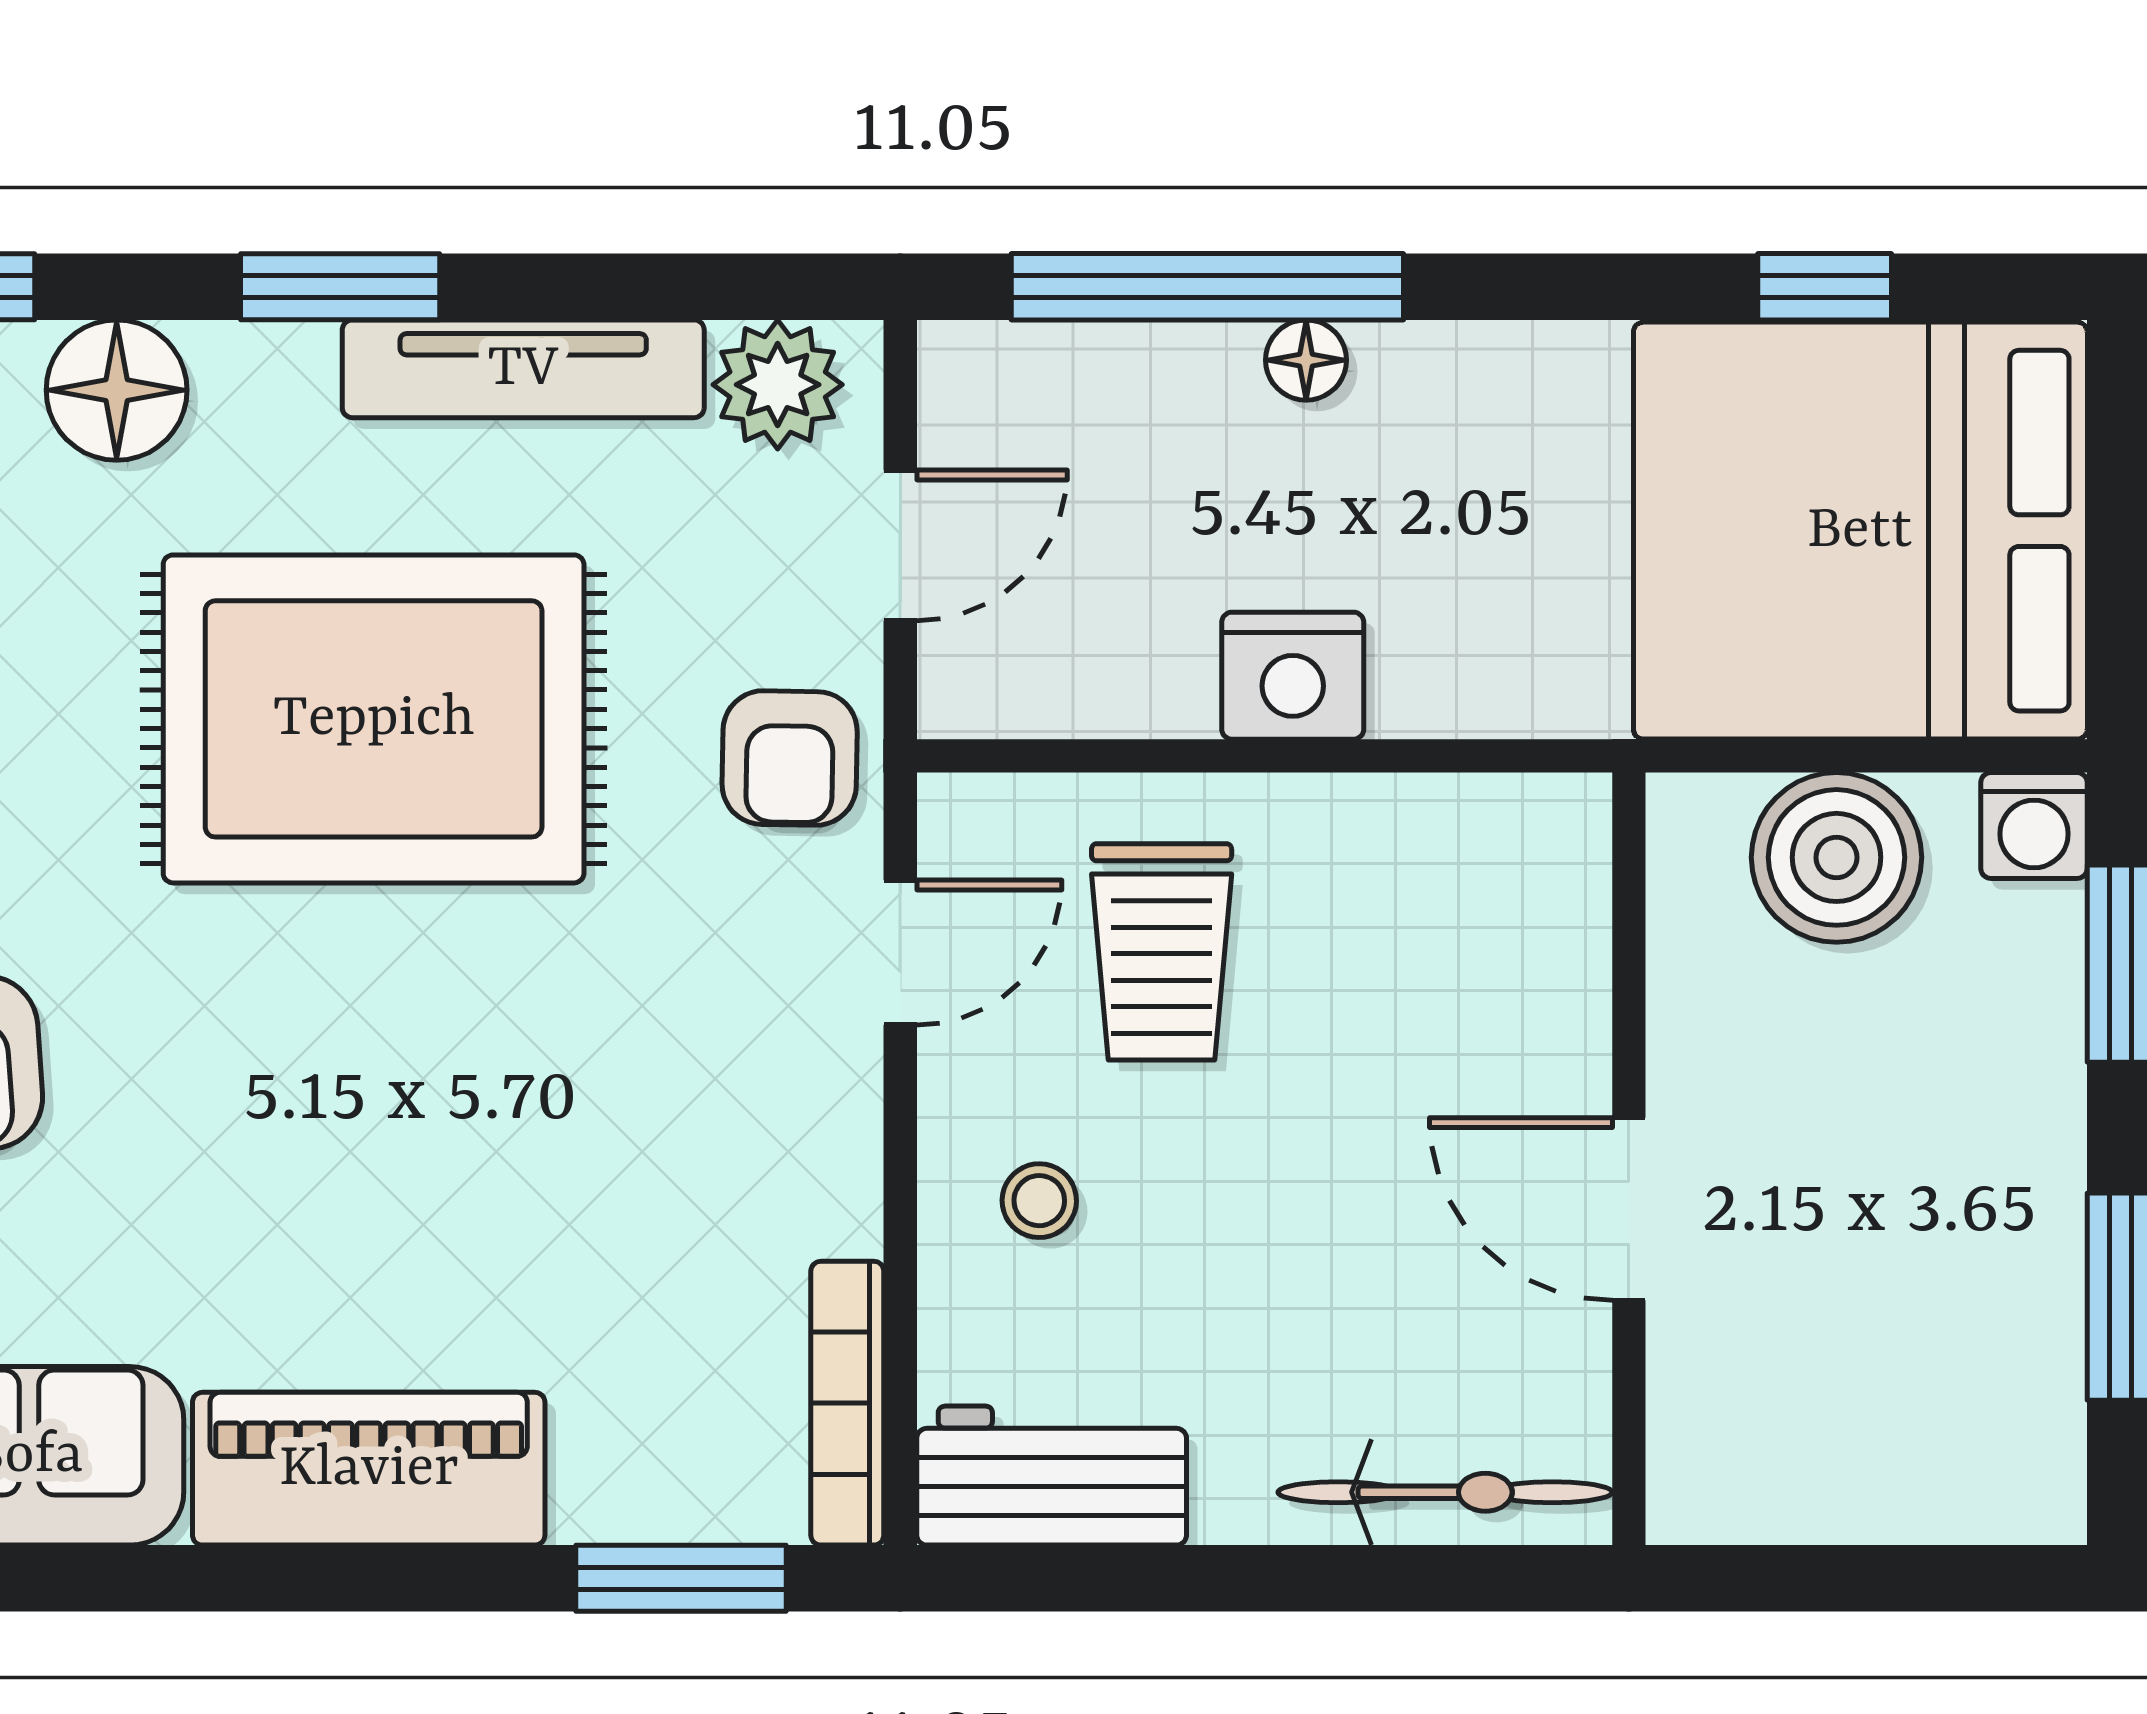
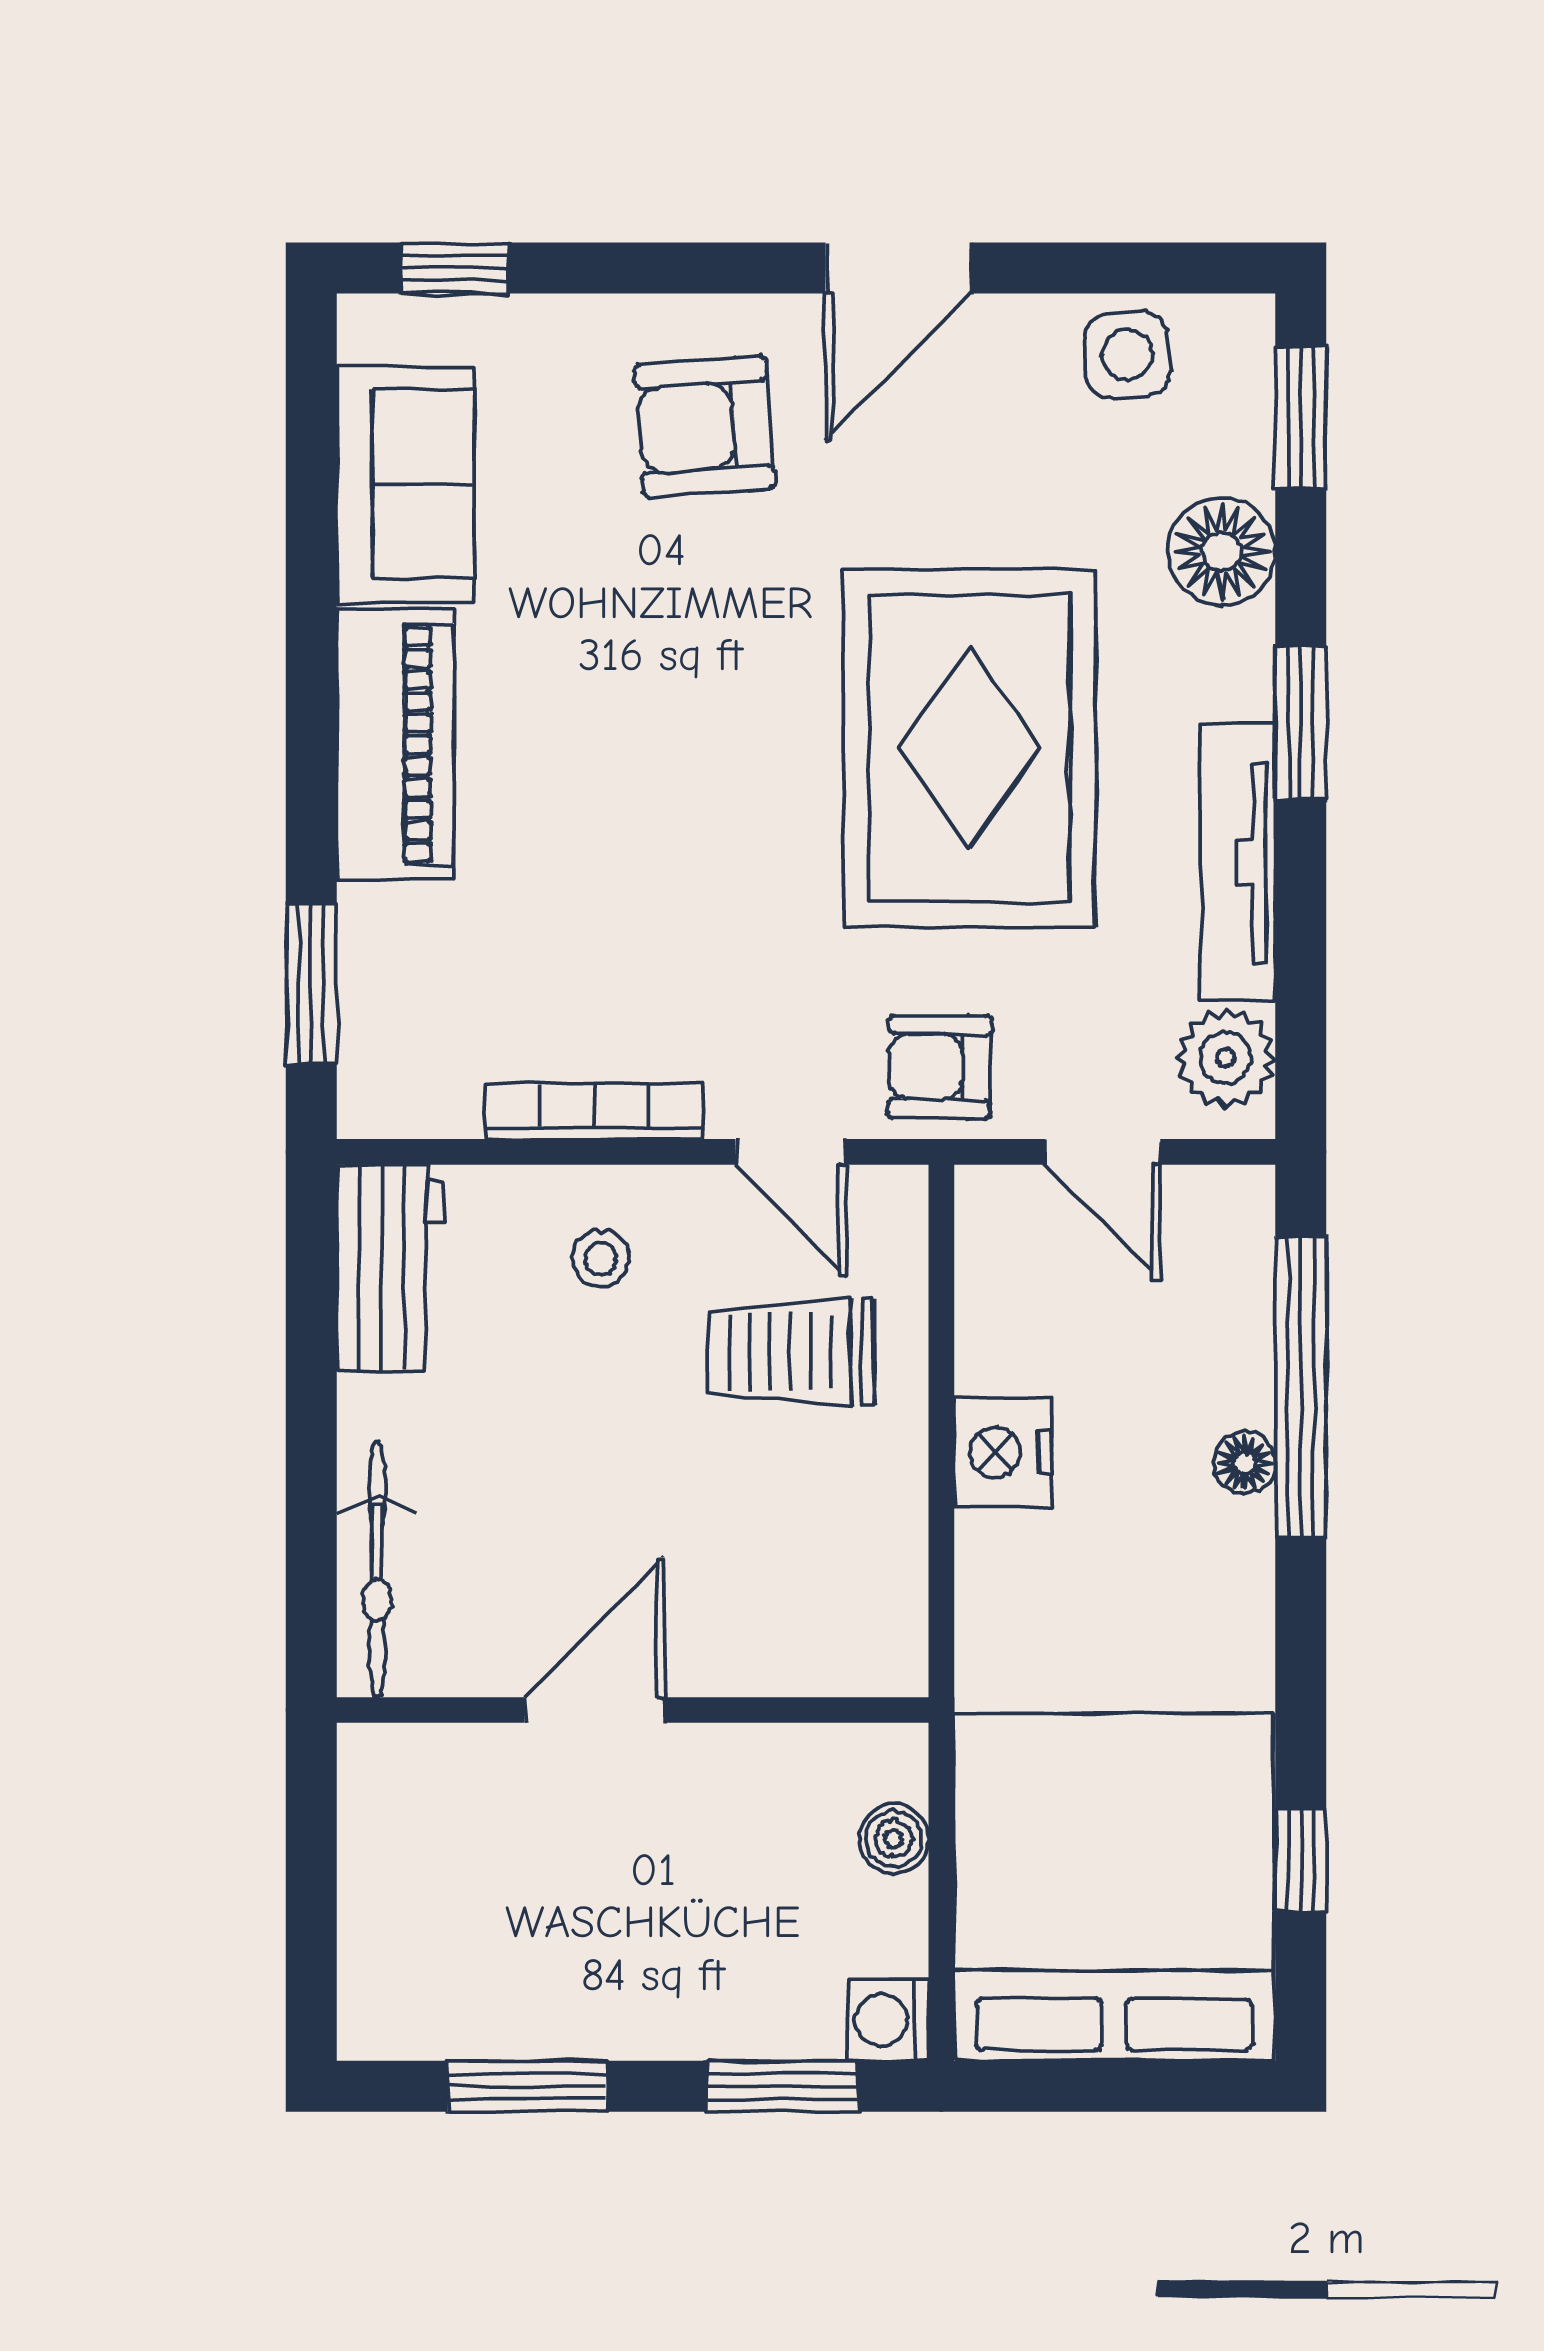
boiler: (1836, 857) -> (894, 1839), width x0.54, depth x0.54
bookcase: (847, 1403) -> (594, 1111), moved

